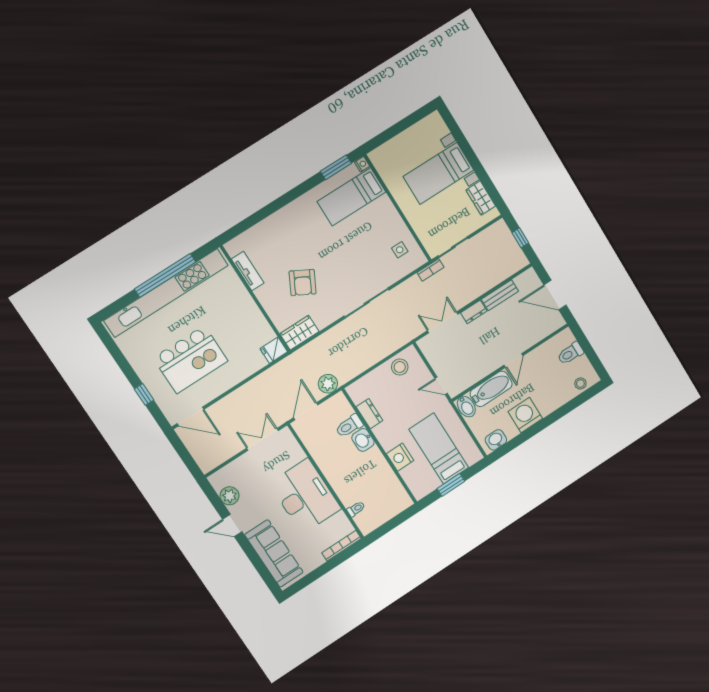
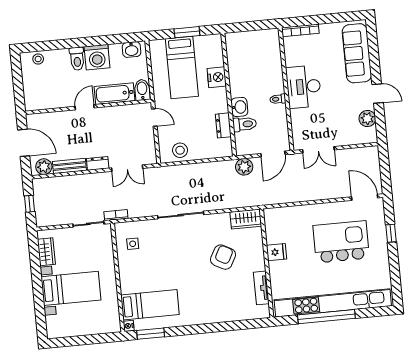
plant: (524, 282) -> (44, 167), added
fridge: (274, 350) -> (277, 252), moved
toilet: (570, 353) -> (77, 59), moved, turned 90
desk: (305, 496) -> (304, 87), width x0.73, depth x0.77
toilet: (356, 509) -> (278, 99), moved

